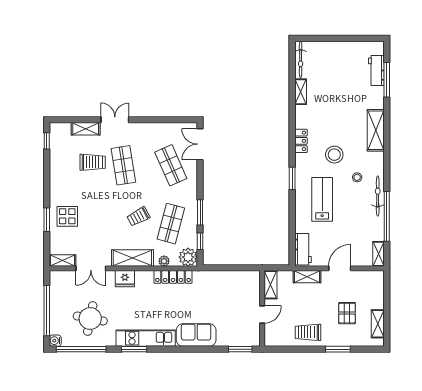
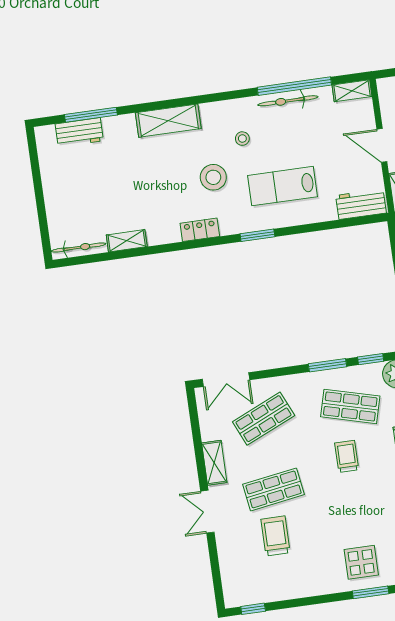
shelving: (86, 129) -> (214, 463), moved
bicycle: (378, 196) -> (288, 101), moved
trolley: (138, 217) -> (347, 456), turned -152

